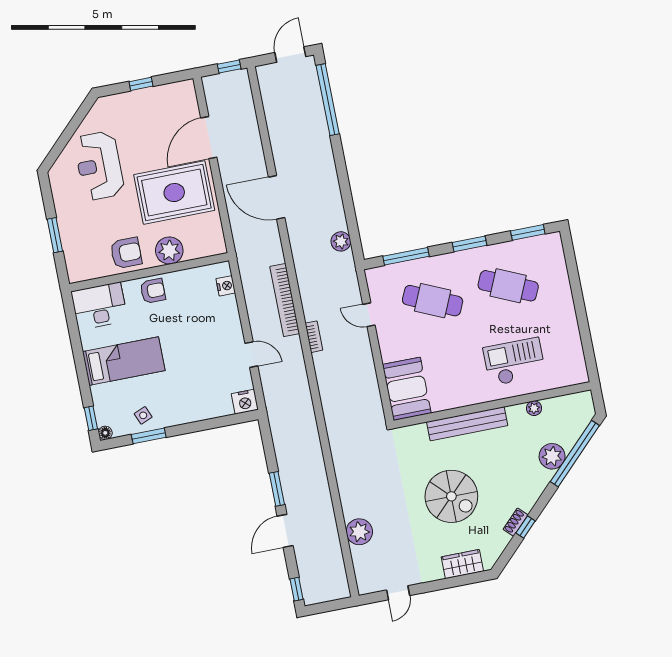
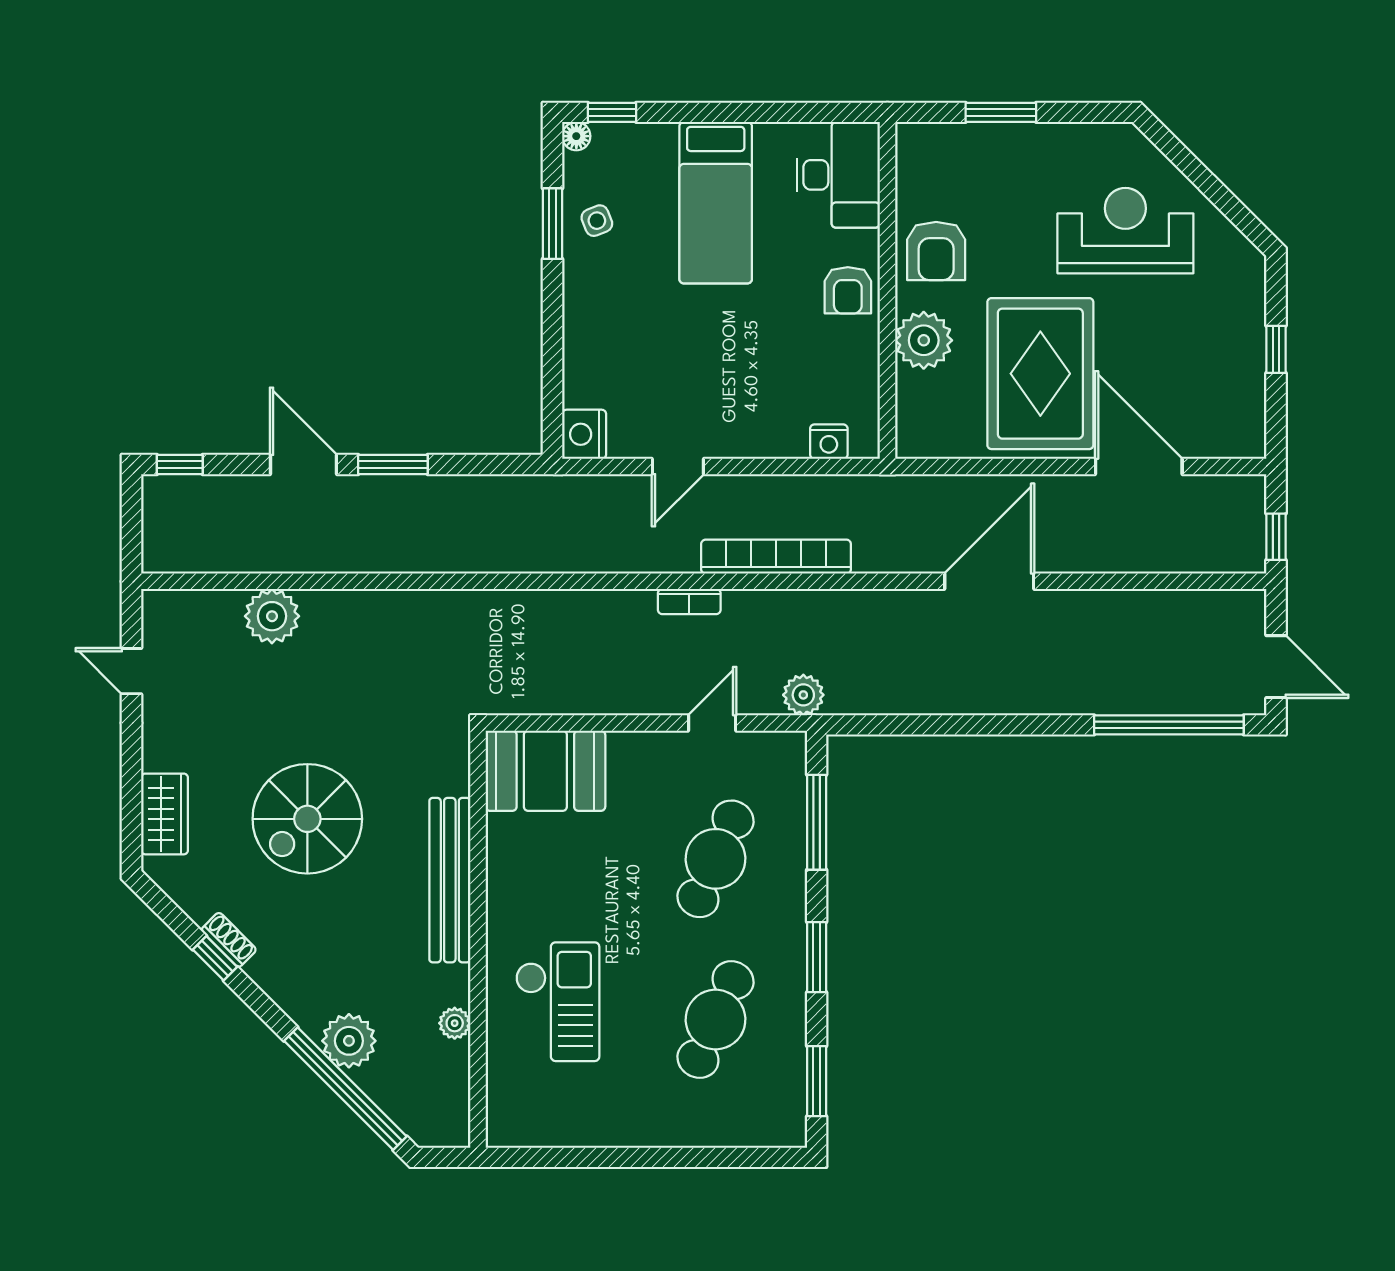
plant: (341, 241) -> (803, 695), moved

